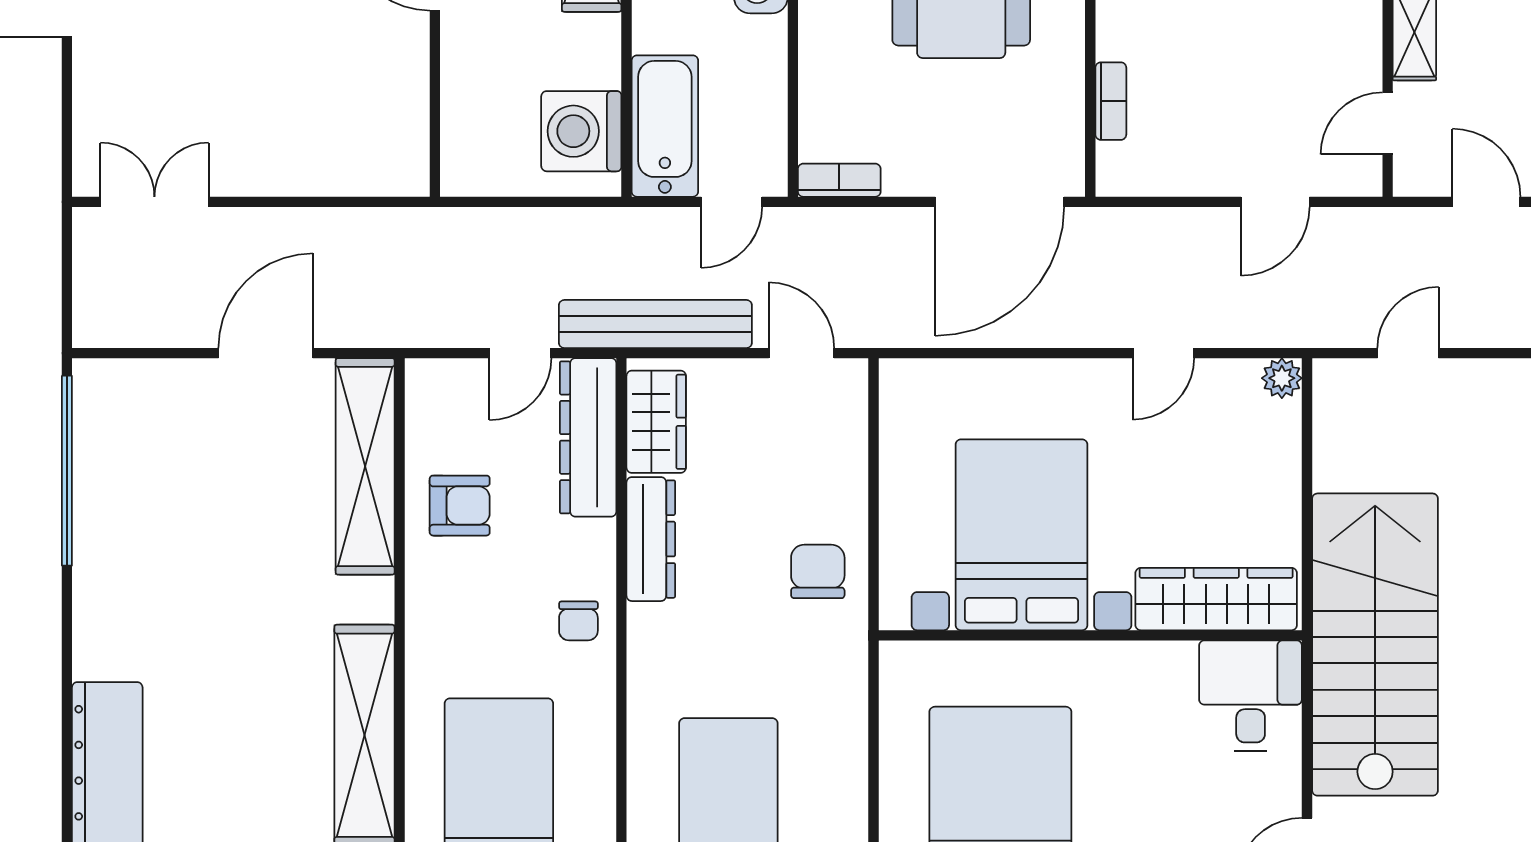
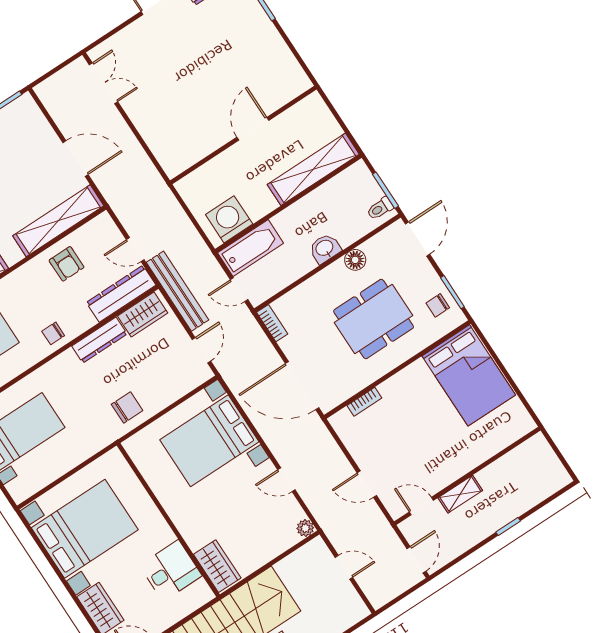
bed with nightstands: (1022, 535) -> (209, 441), moved, turned 180
wardrobe: (1216, 599) -> (217, 566), width x0.67
desk: (1251, 696) -> (171, 571), moved

